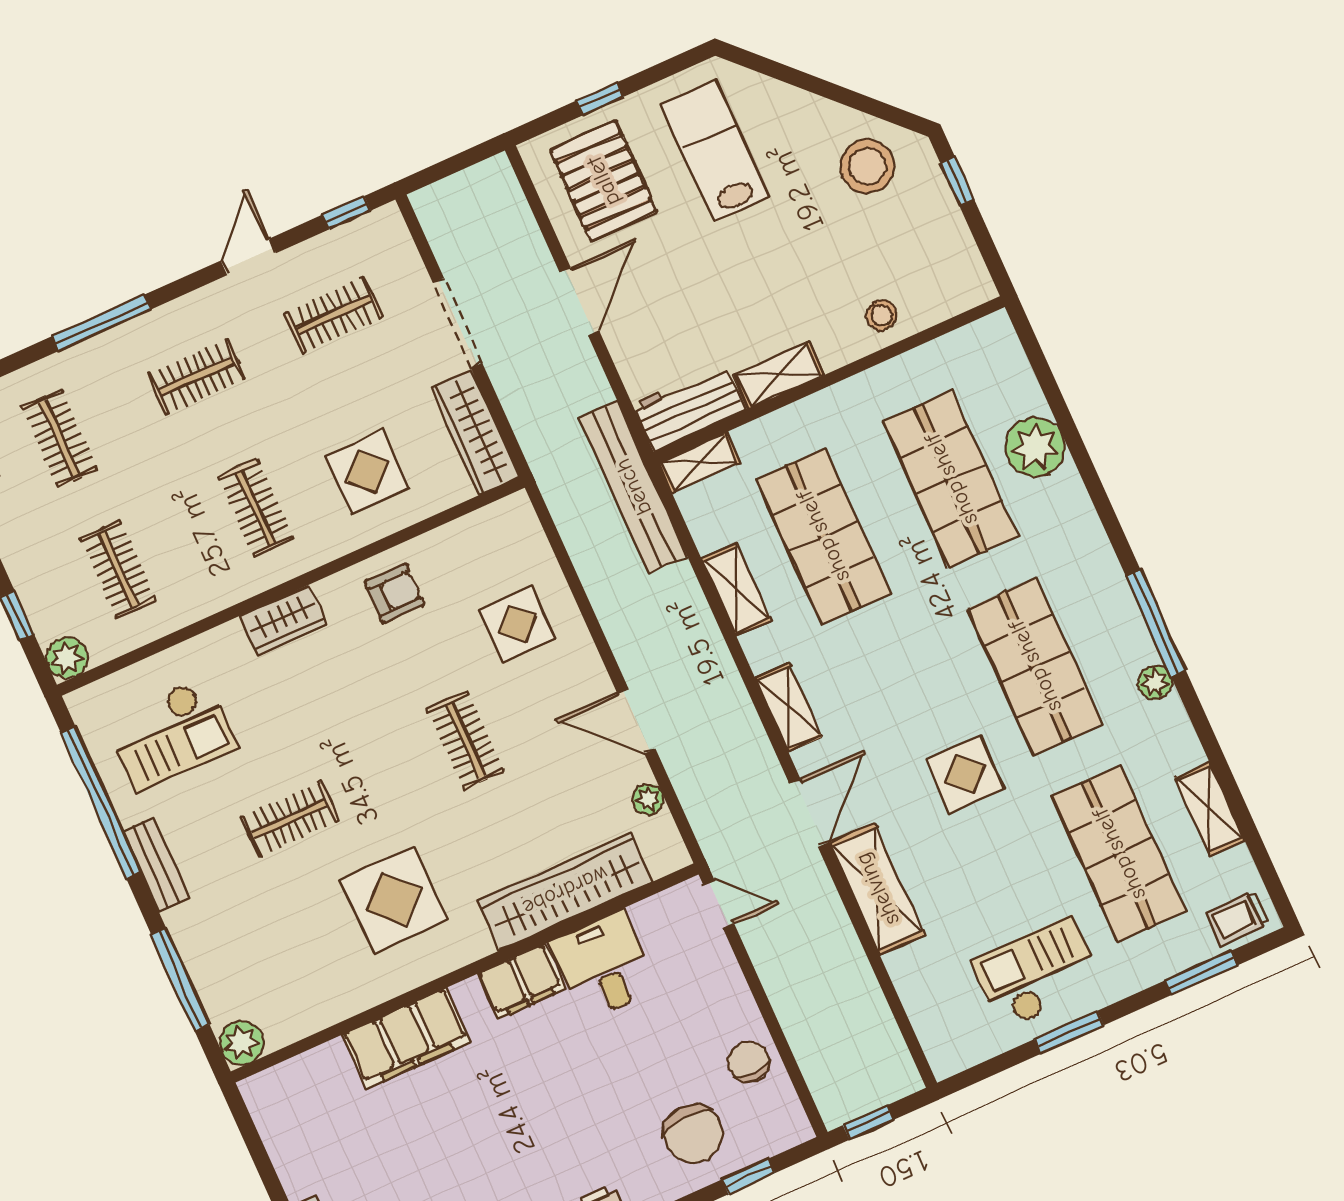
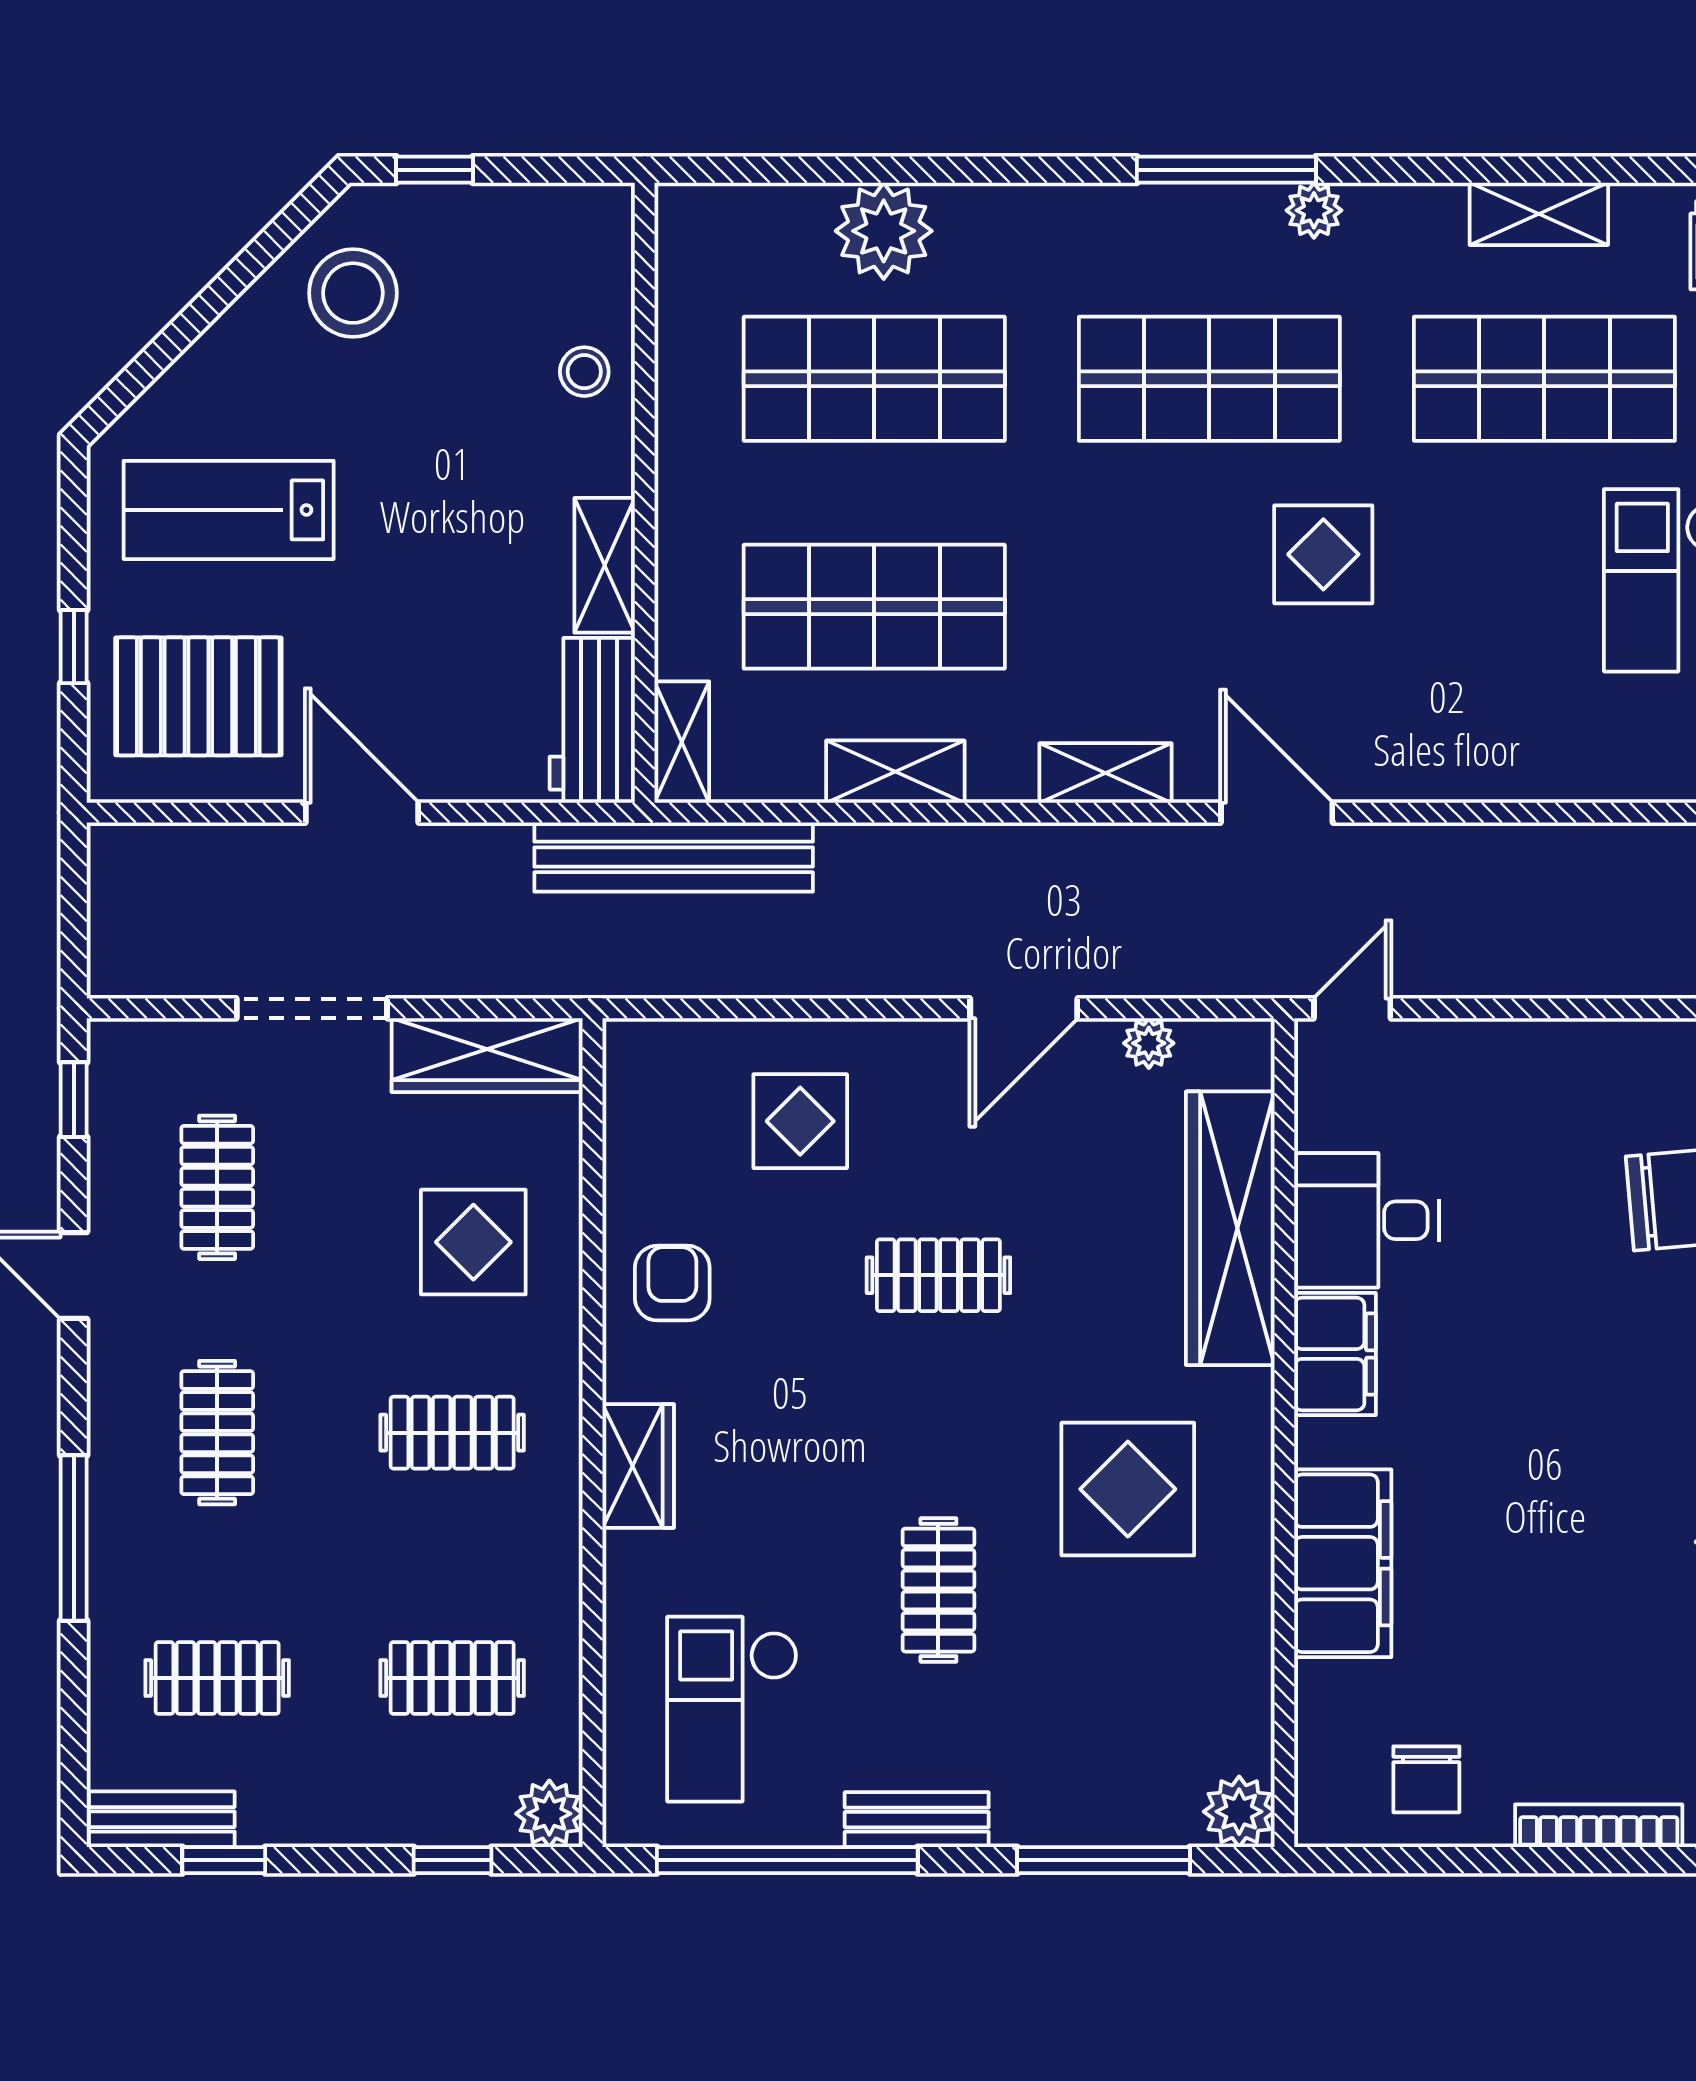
checkout: (171, 734) -> (732, 1709), turned 180
shelving: (877, 889) -> (1435, 763), removed
chair: (748, 1062) -> (1426, 1779), moved, turned -90

